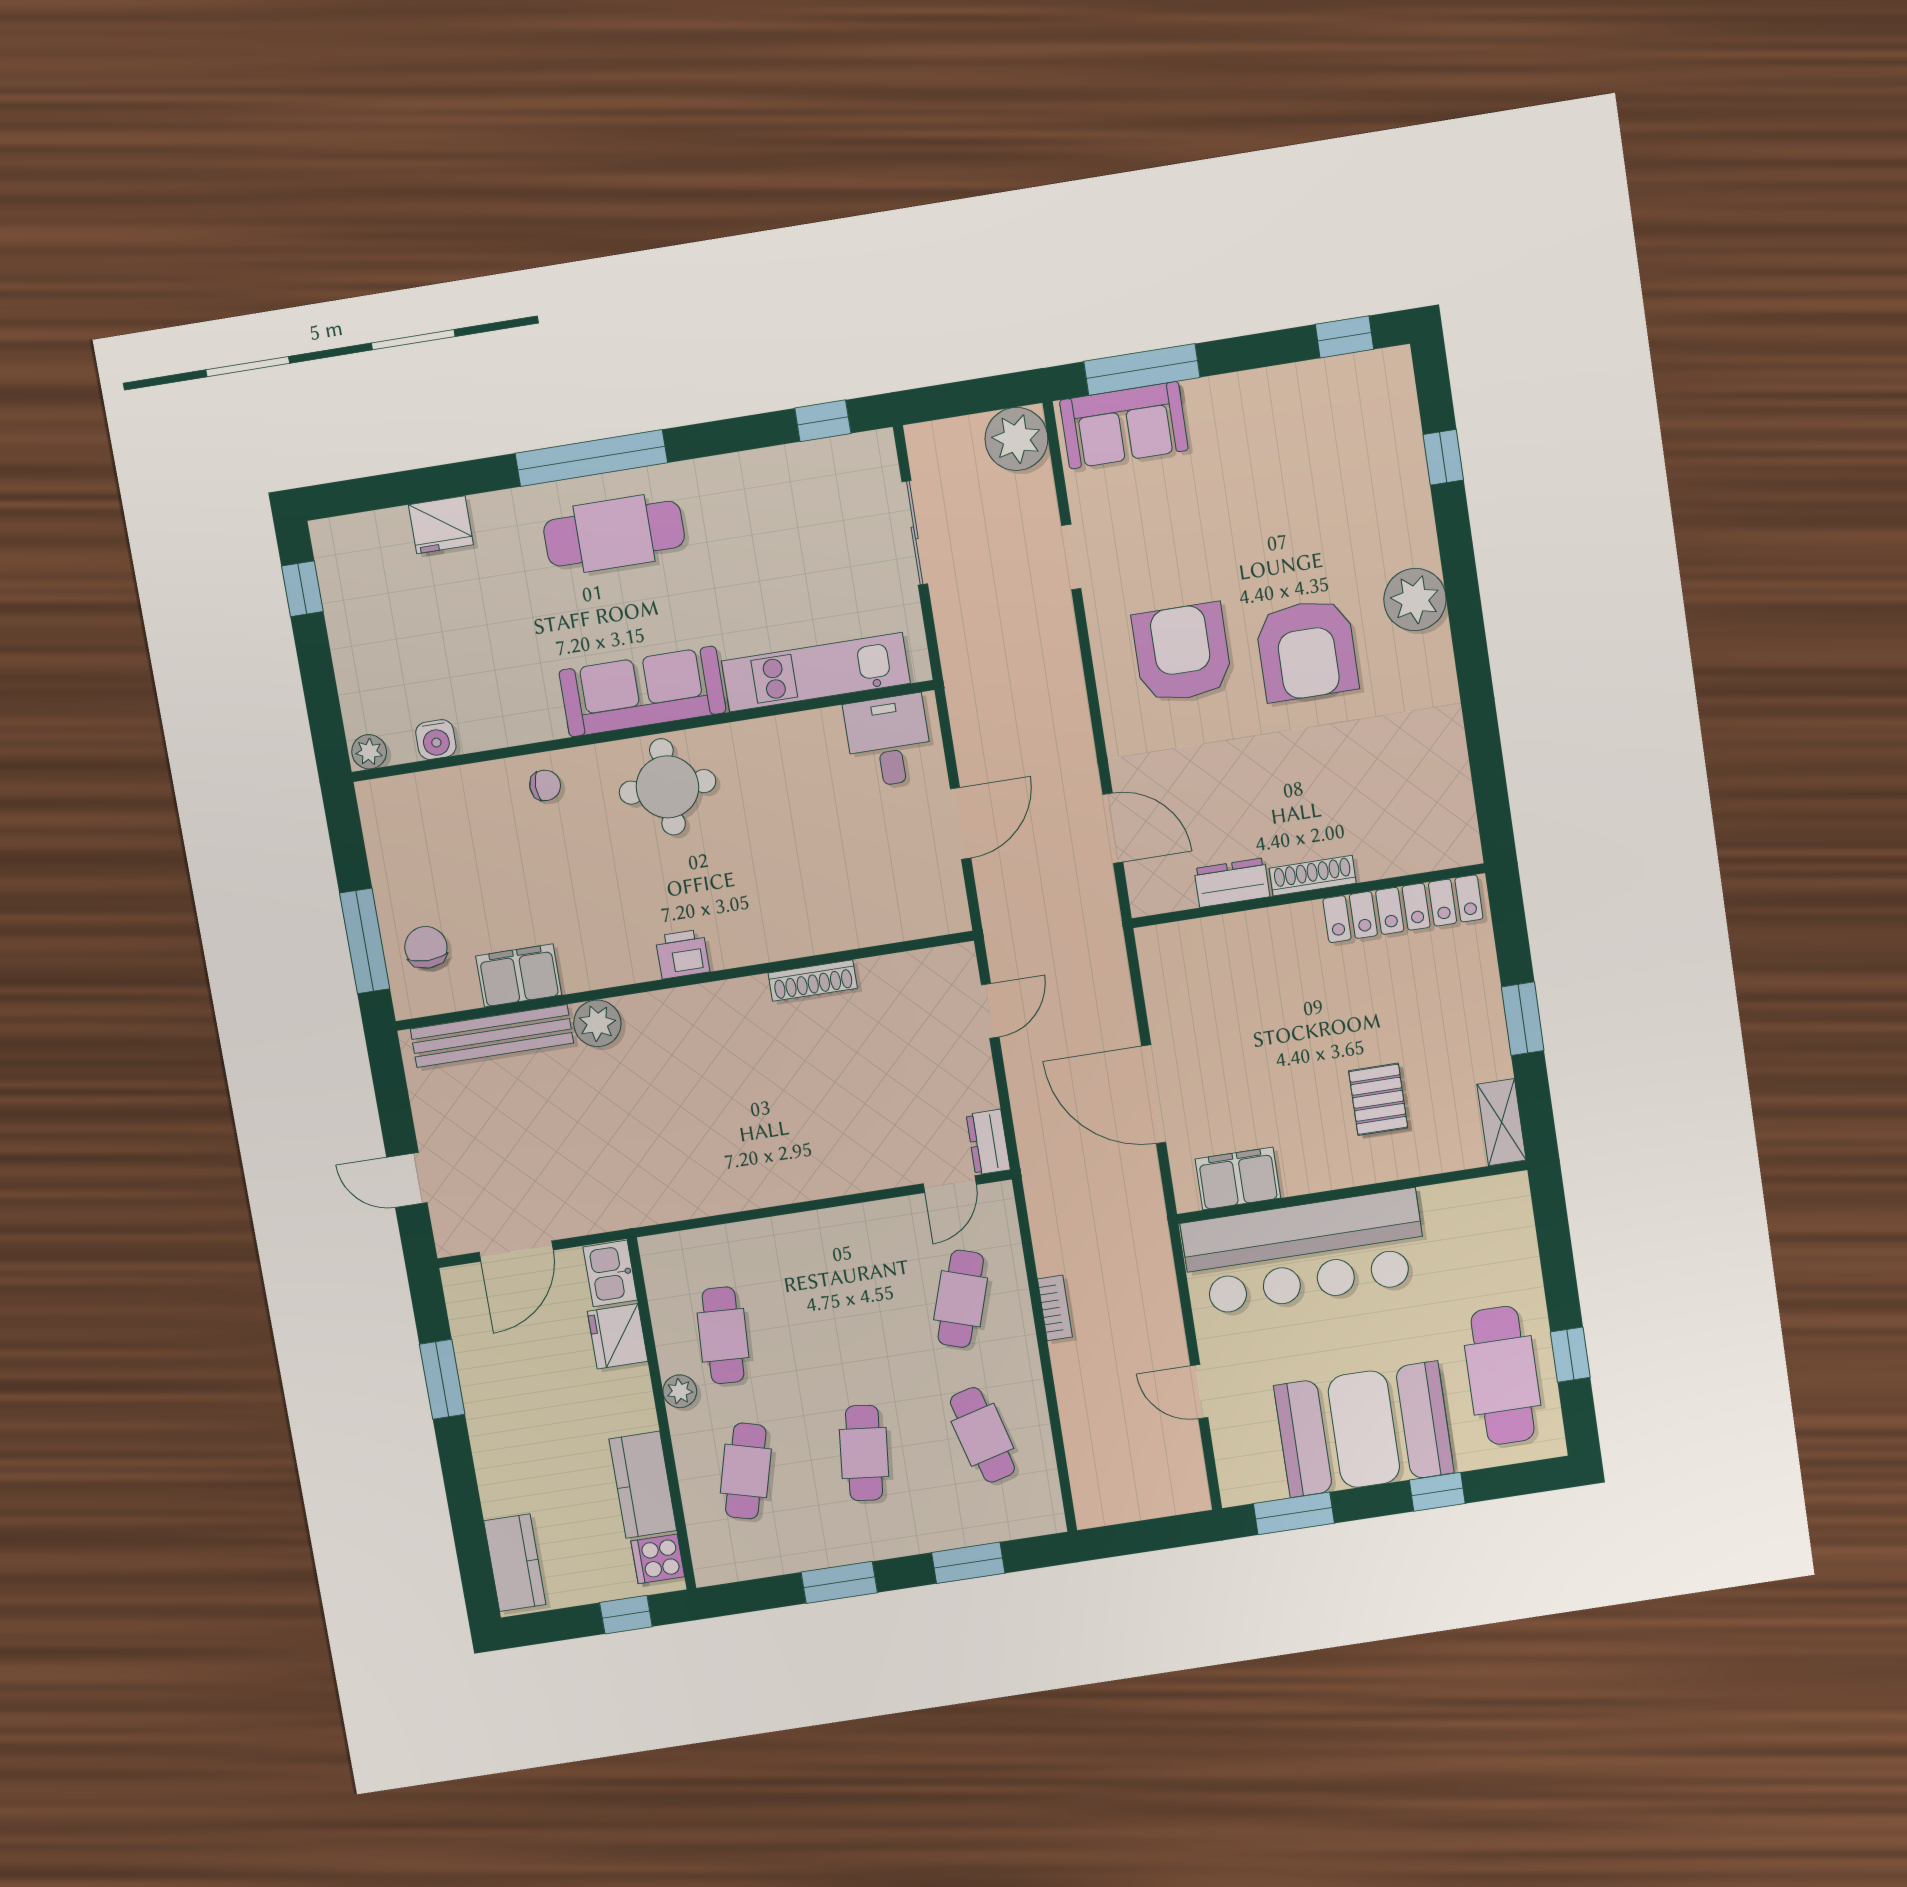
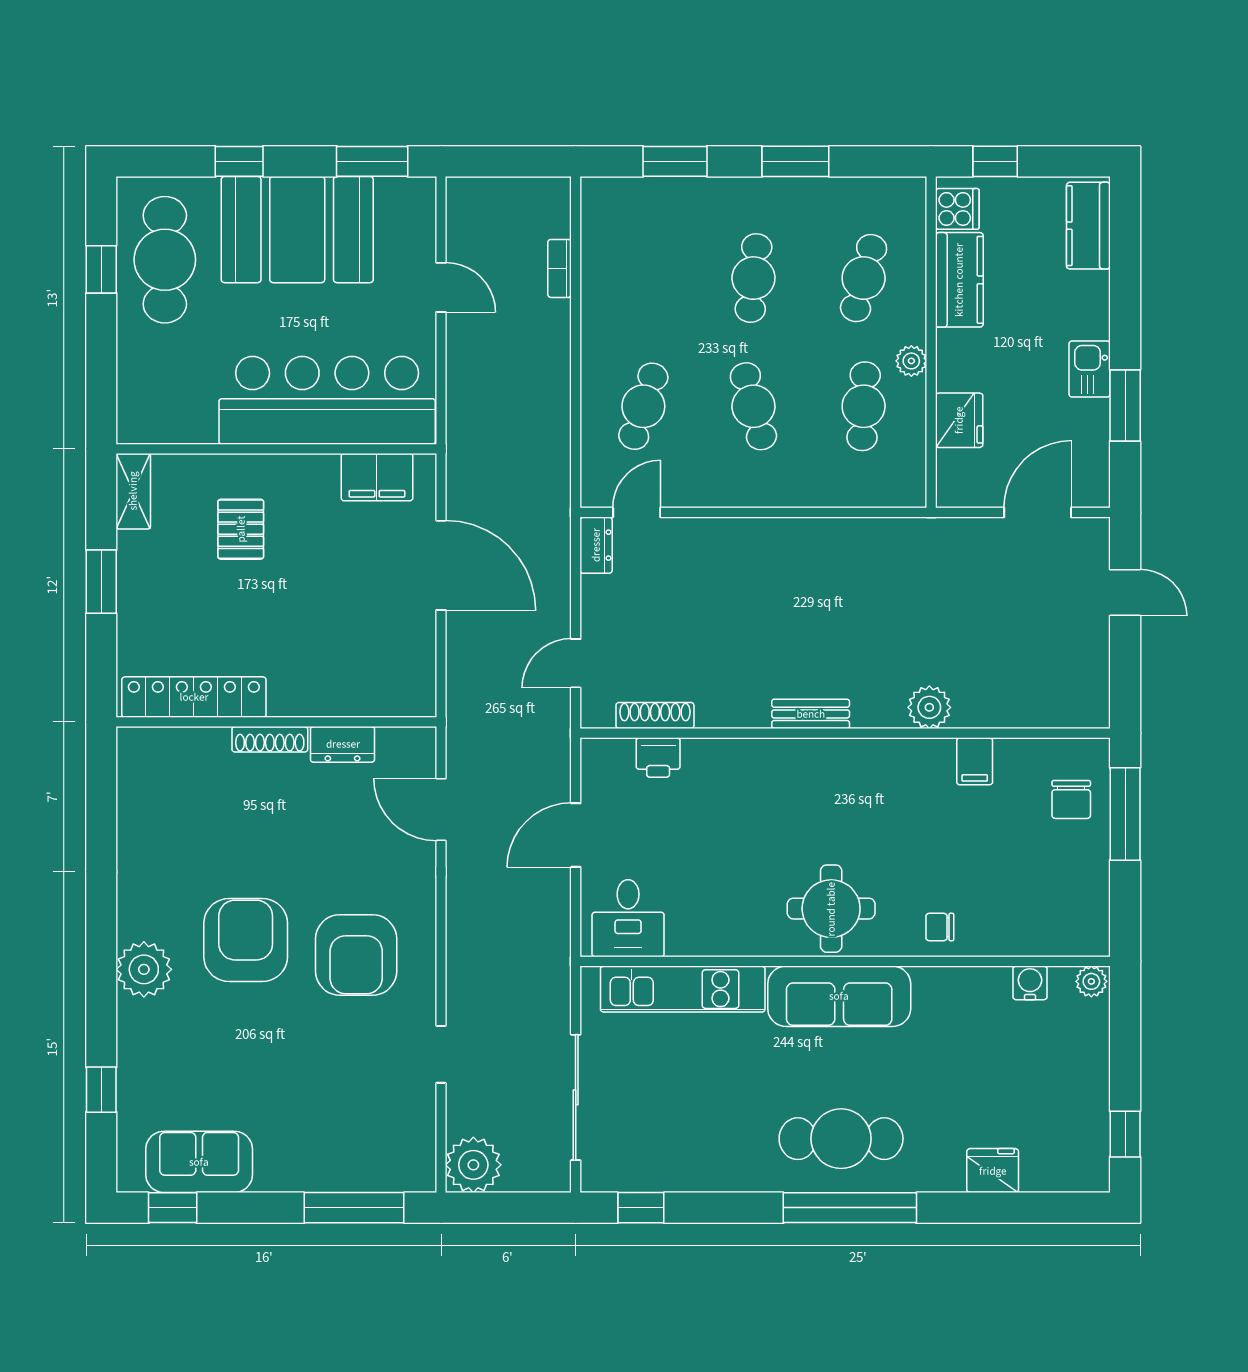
sofa: (1124, 425) -> (199, 1162), moved
sliding door: (915, 533) -> (576, 1097), width x1.37
printer: (682, 954) -> (658, 758), moved
filing cabinet: (519, 975) -> (975, 761), width x0.50
shoe rack: (813, 981) -> (655, 715), moved
bench: (492, 1036) -> (811, 714), moved, width x0.54, depth x0.82
kitchen sink: (610, 1273) -> (1090, 369), moved, turned 180
bookcase: (1055, 1308) -> (560, 268), moved
cafe table: (982, 1435) -> (753, 406), moved

